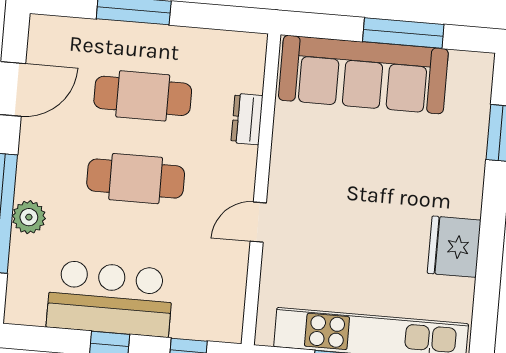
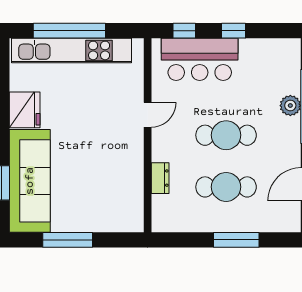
sofa: (363, 75) -> (30, 181), moved, turned 90
bar counter: (110, 299) -> (200, 59), moved

